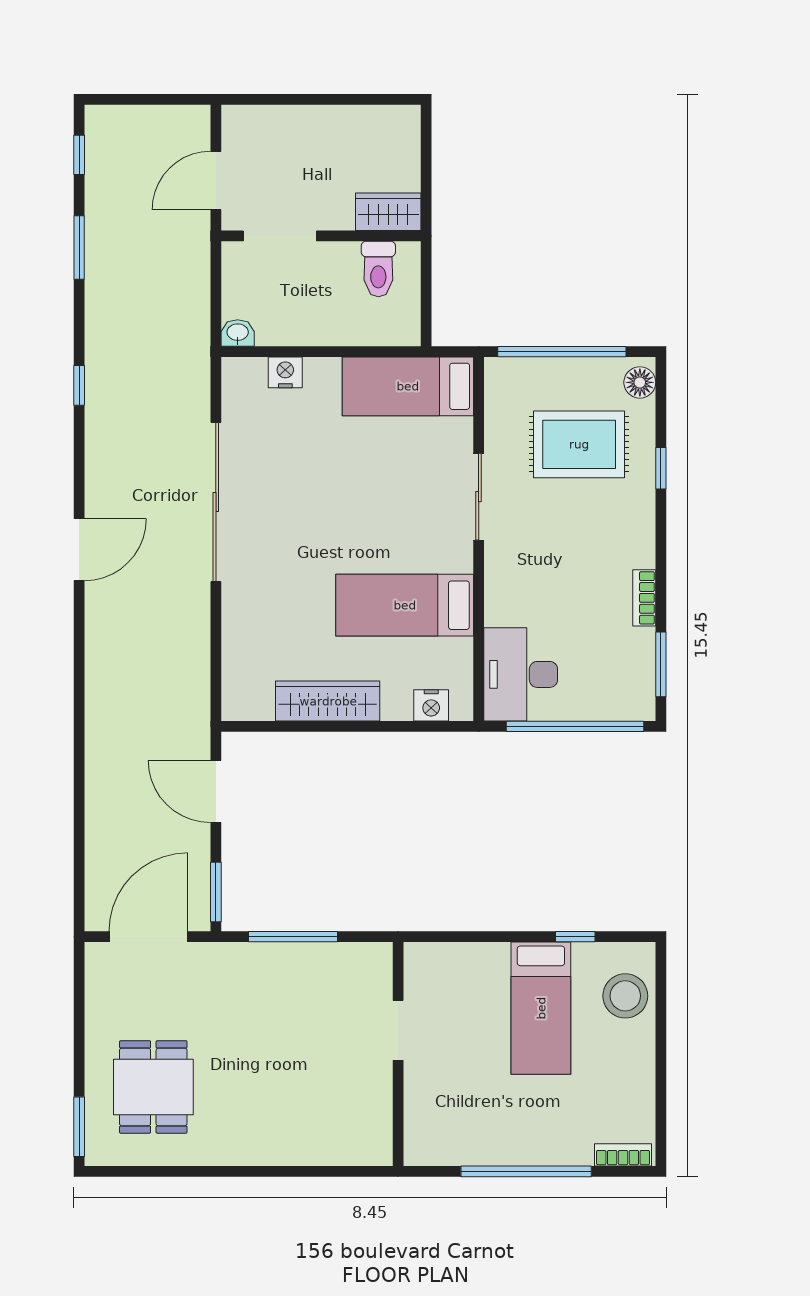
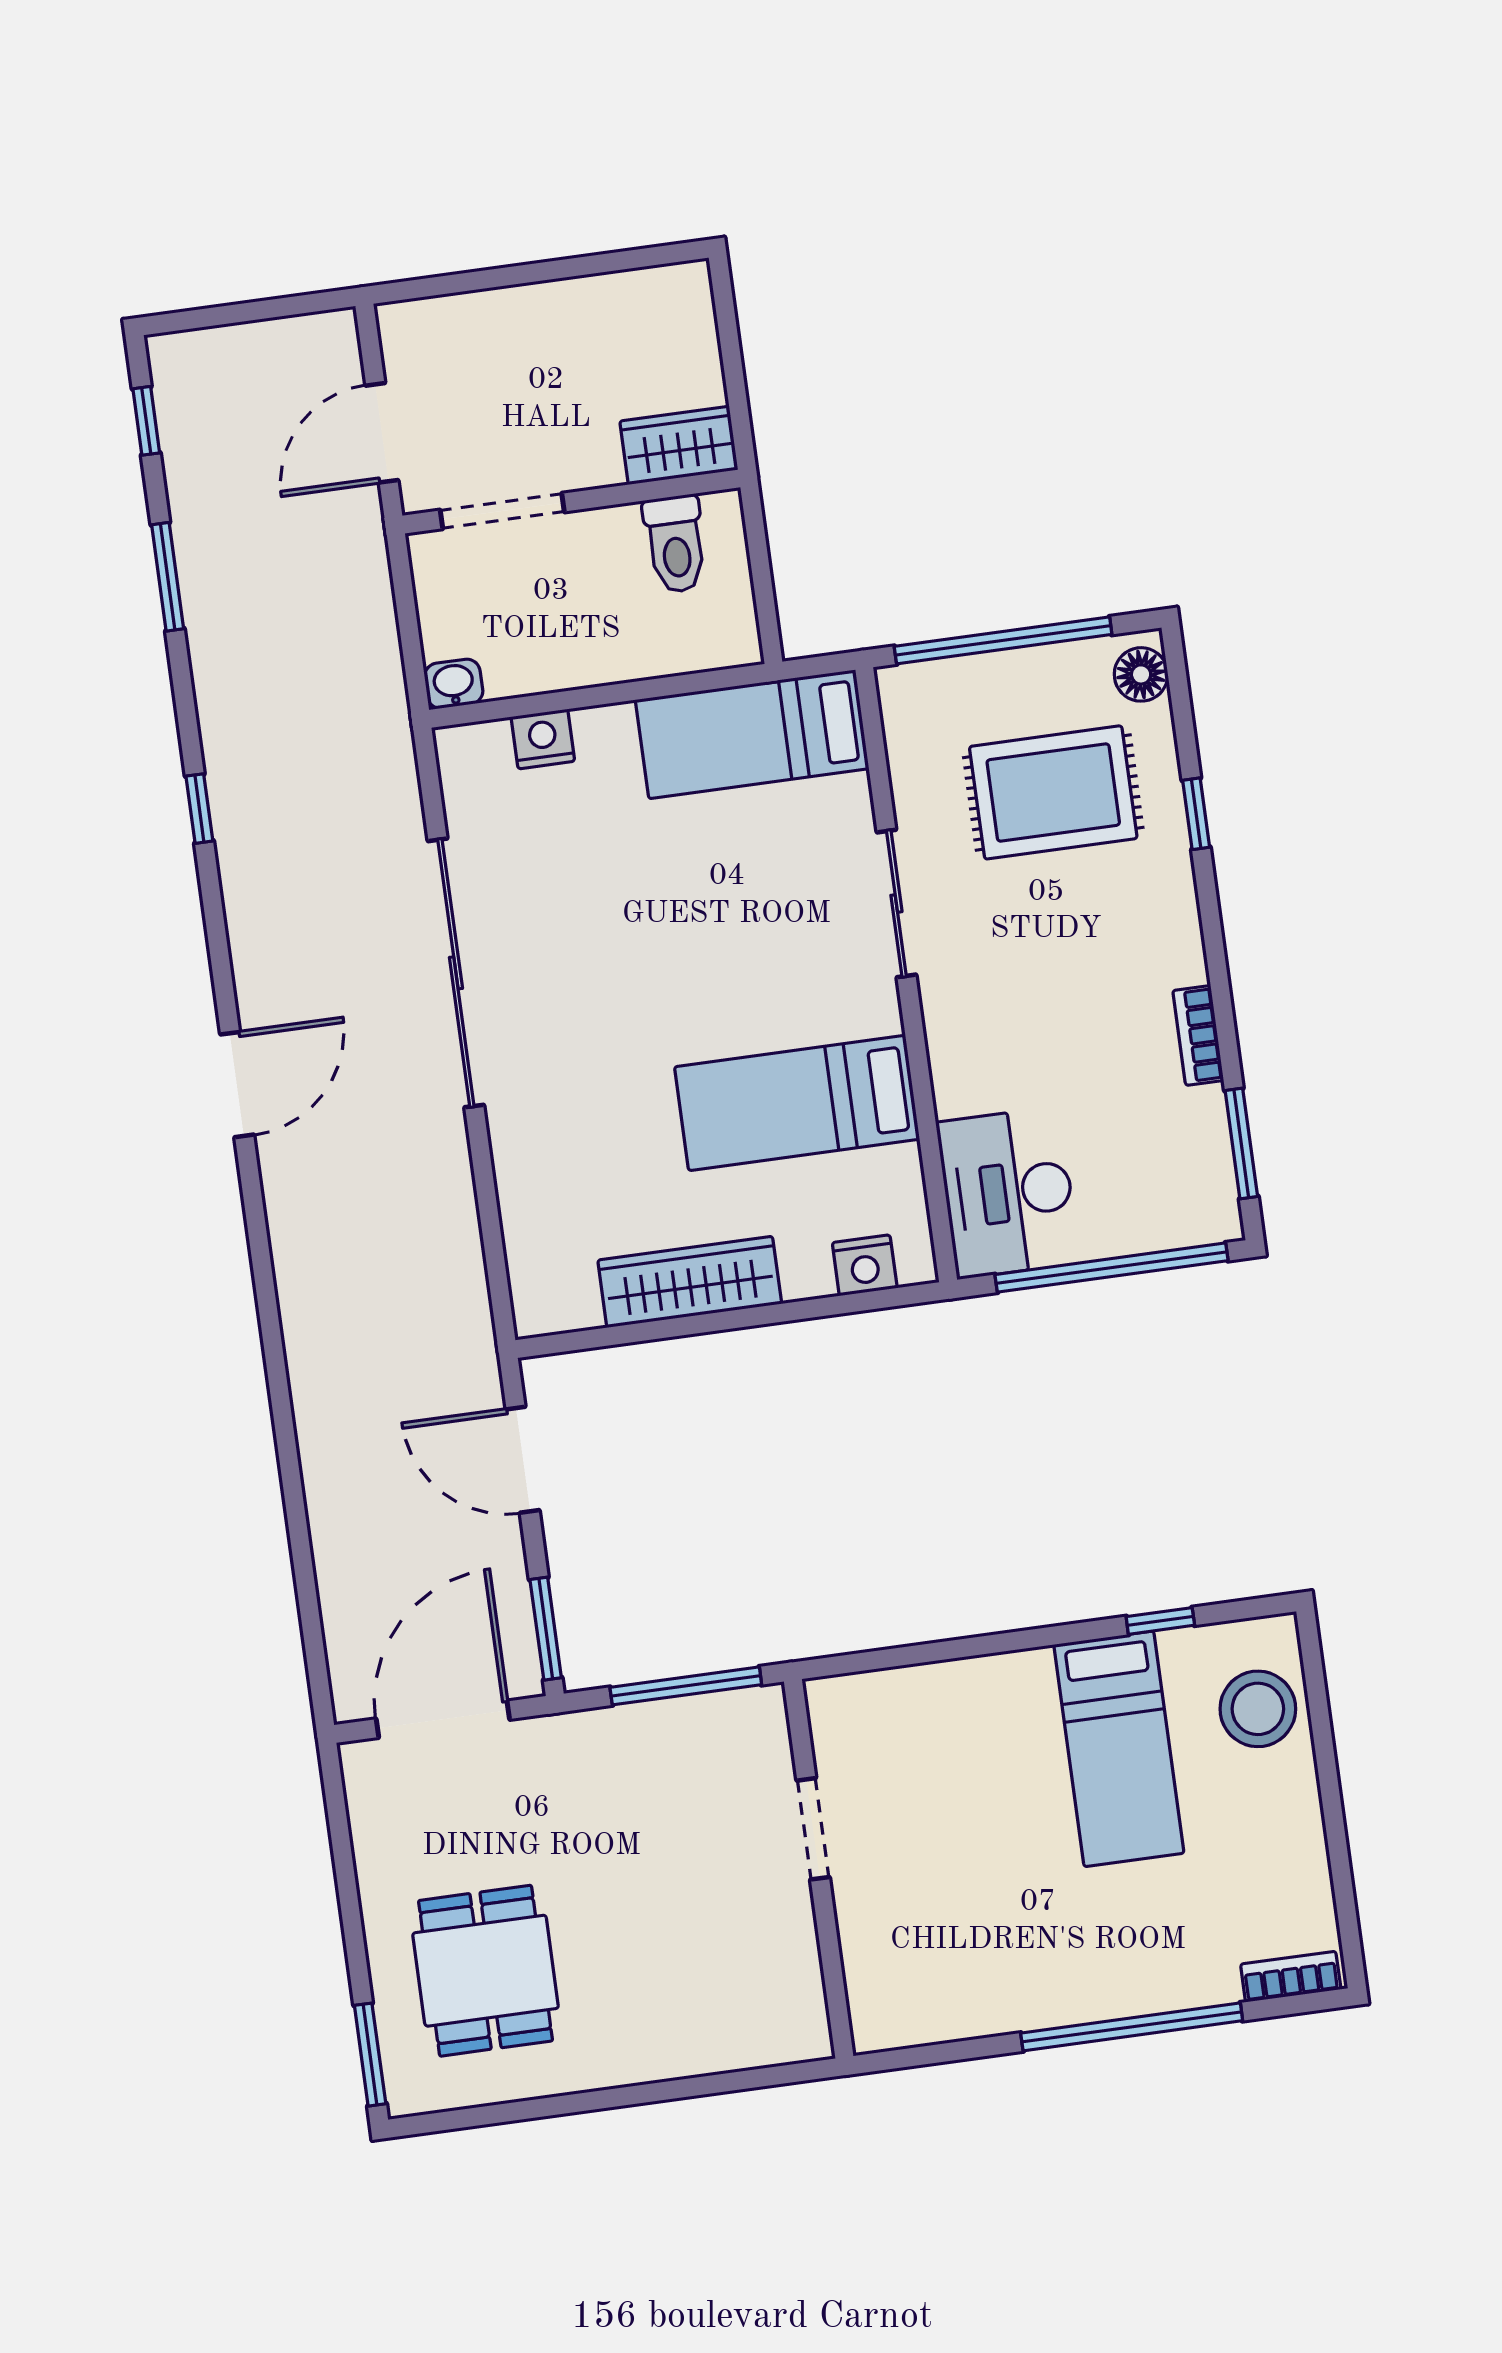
doorway: (398, 1030) -> (813, 1829), moved
wall: (398, 1054) -> (819, 1869), moved

